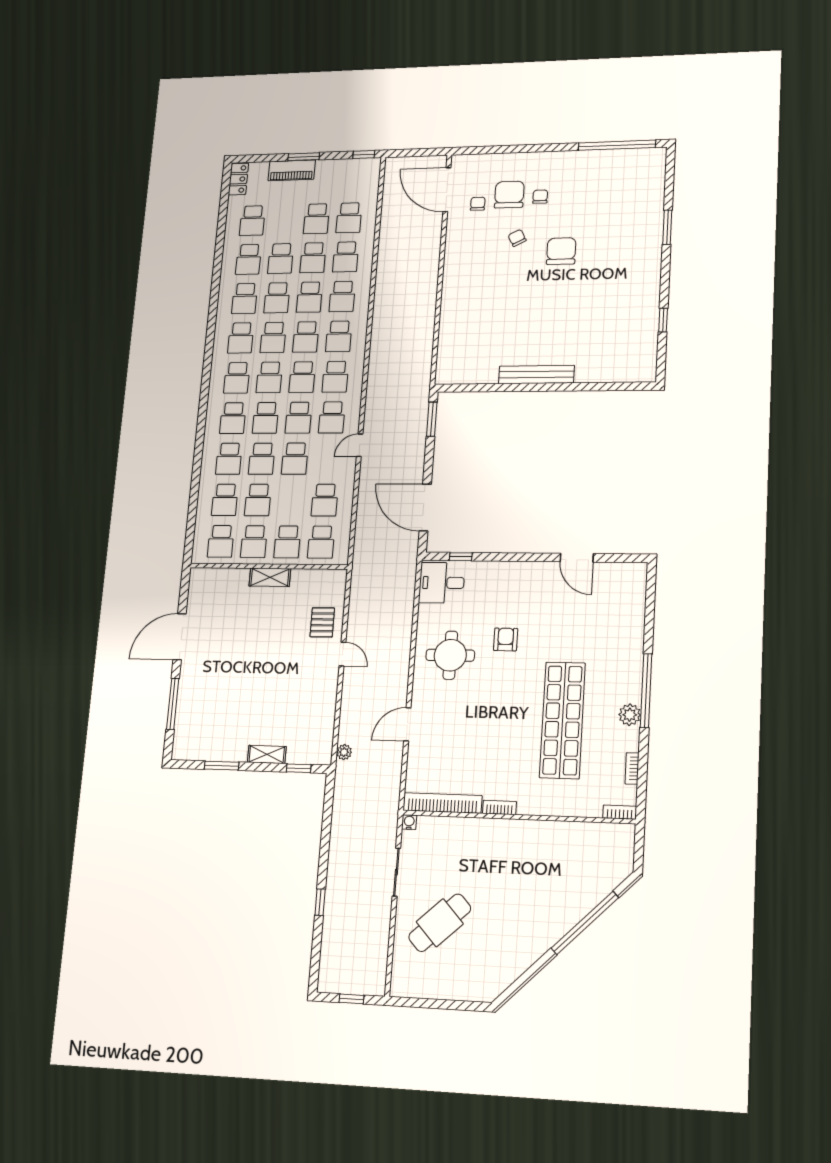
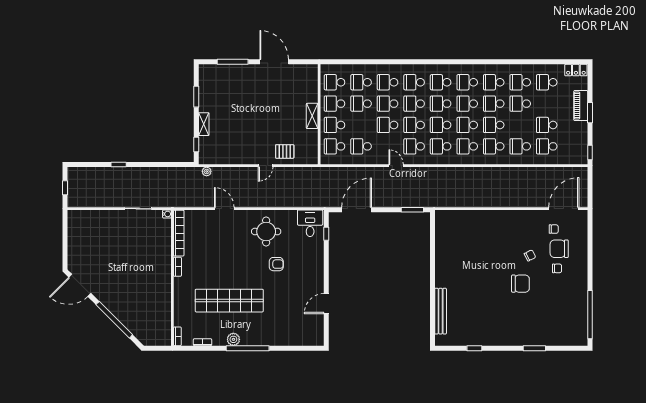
chair: (509, 195) -> (559, 249), turned 180
school desk: (313, 258) -> (520, 125), removed
bench: (536, 375) -> (441, 311), moved
cafe table: (440, 923) -> (110, 236), removed
door: (521, 982) -> (80, 285), added

